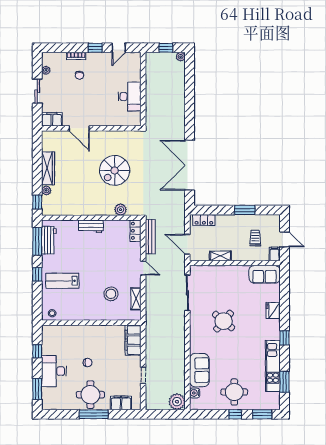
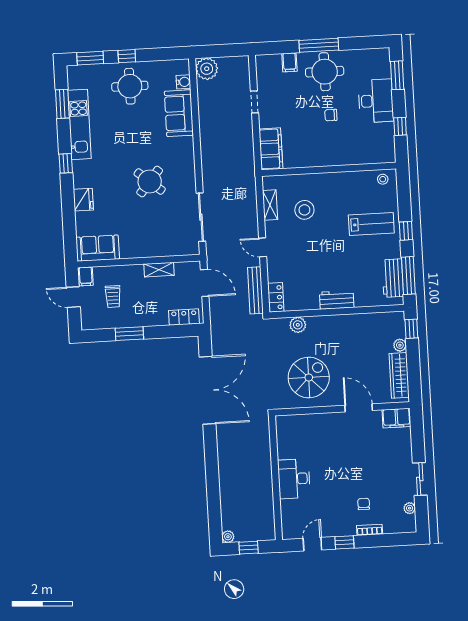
filing cabinet: (52, 119) -> (396, 418), moved
door: (79, 128) -> (359, 408), moved
wall: (91, 128) -> (342, 409), moved
filing cabinet: (121, 403) -> (289, 62), width x0.50

